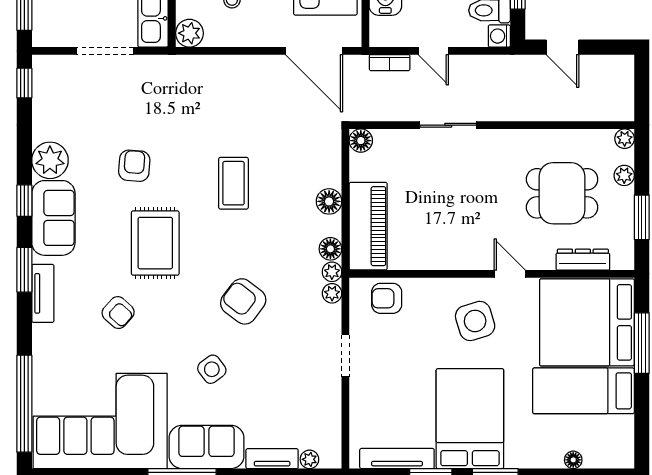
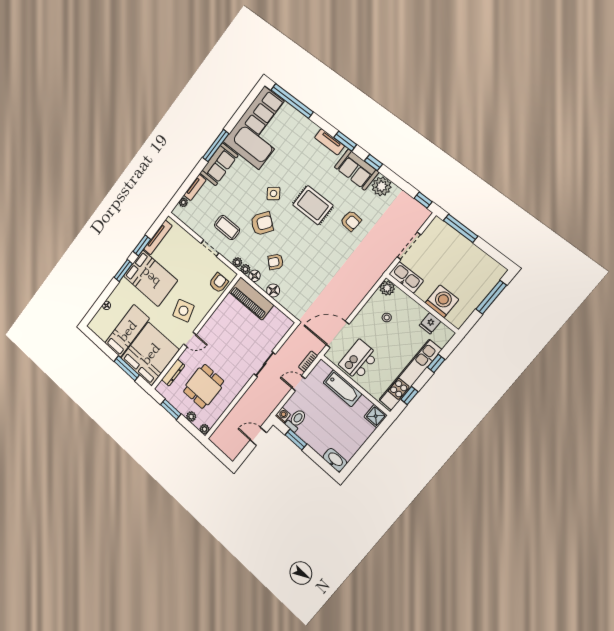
floor lamp: (361, 141) -> (287, 324), removed
coffee table: (233, 183) -> (227, 228), moved
armchair: (118, 313) -> (276, 262), moved
side table: (212, 369) -> (273, 194), moved

